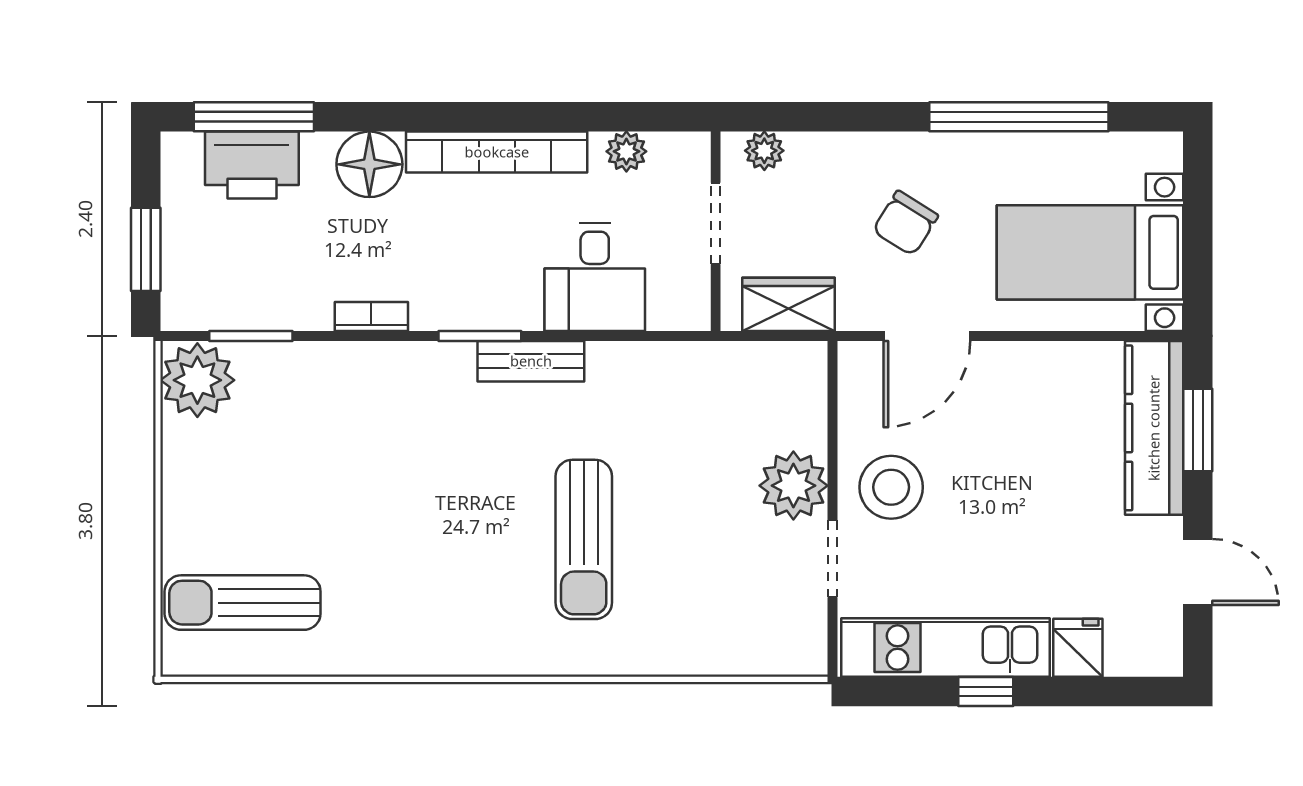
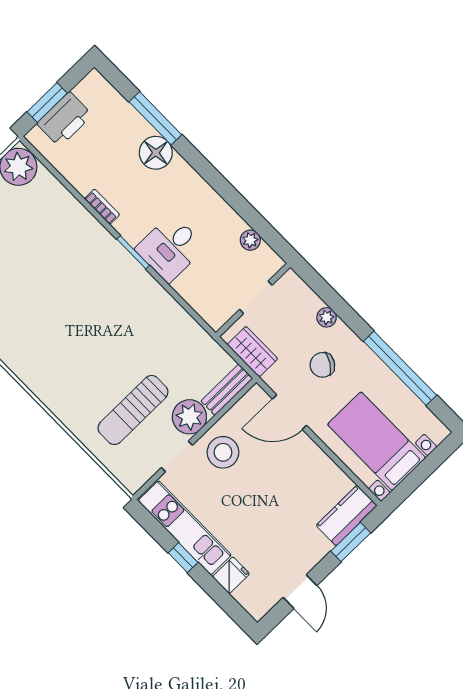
window: (254, 117) -> (155, 118), moved
plant: (764, 151) -> (327, 317), moved
bookcase: (497, 152) -> (205, 194), removed
printer: (252, 165) -> (65, 119), moved, turned -90
desk: (595, 277) -> (170, 248), moved
window: (251, 336) -> (53, 170), removed
bench: (531, 361) -> (227, 390), moved, turned 90
kitchen counter: (1154, 428) -> (347, 515), width x0.67
sun lounger: (584, 539) -> (133, 410), moved

